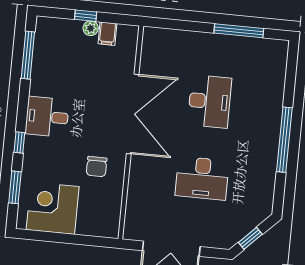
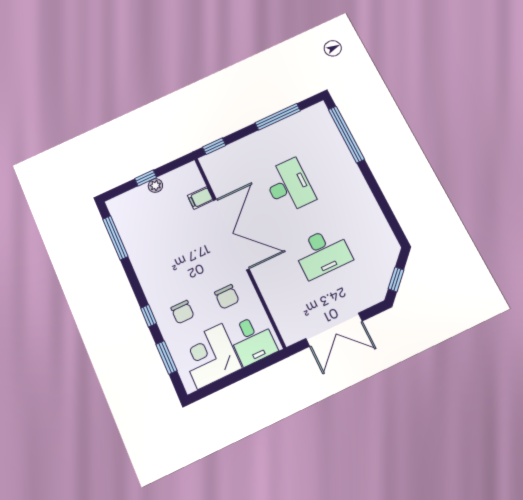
window: (165, 23) -> (214, 146), added
filing cabinet: (107, 34) -> (200, 198), moved, turned 90
desk: (47, 117) -> (252, 340), moved, turned -90
window: (284, 140) -> (346, 134), moved
chair: (51, 157) -> (182, 312), added

